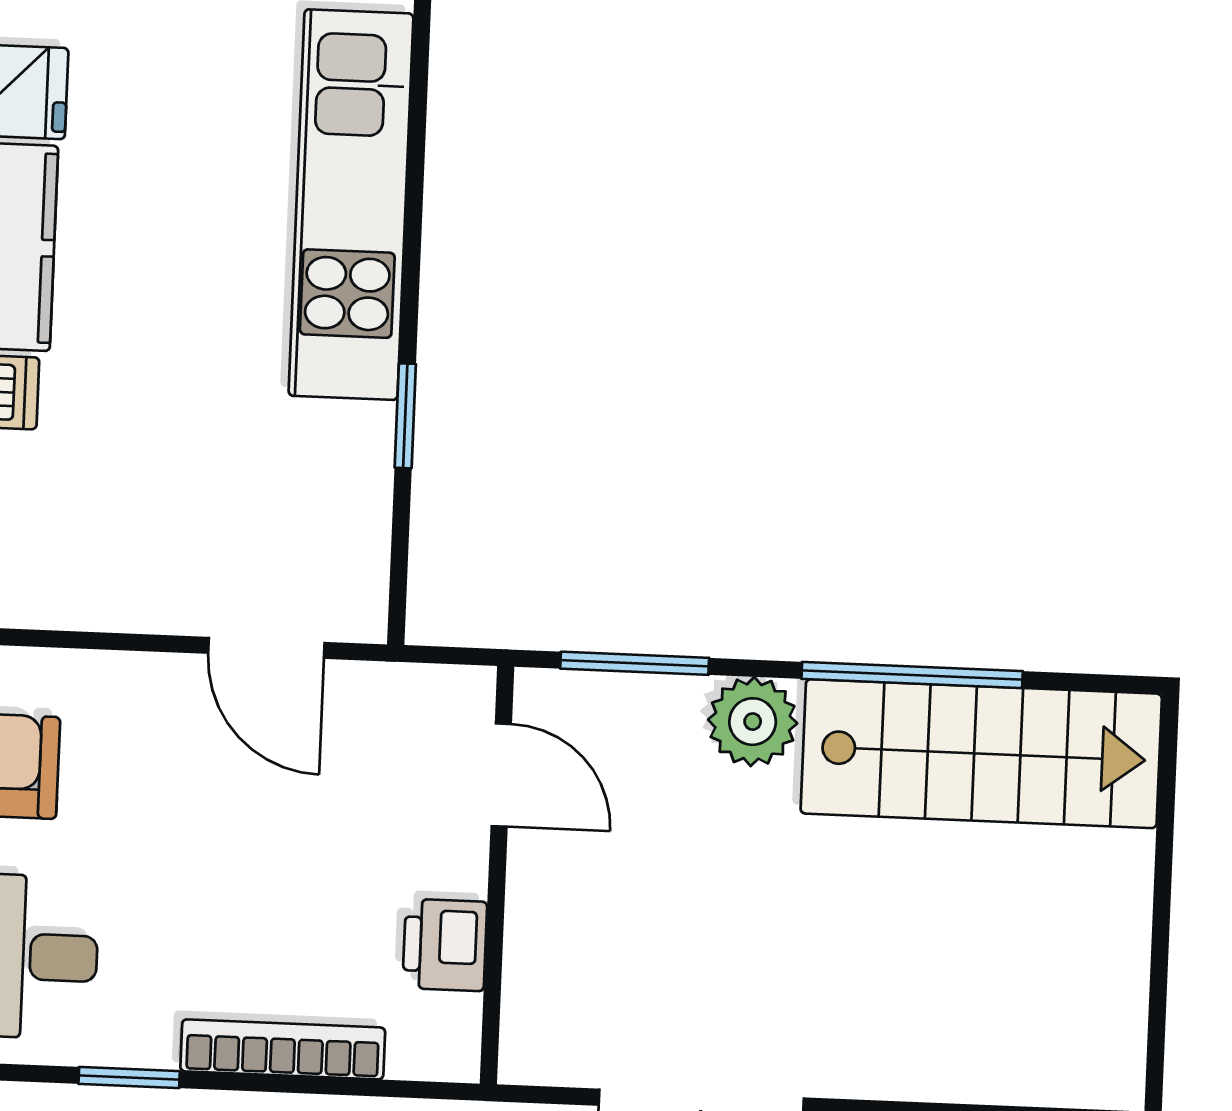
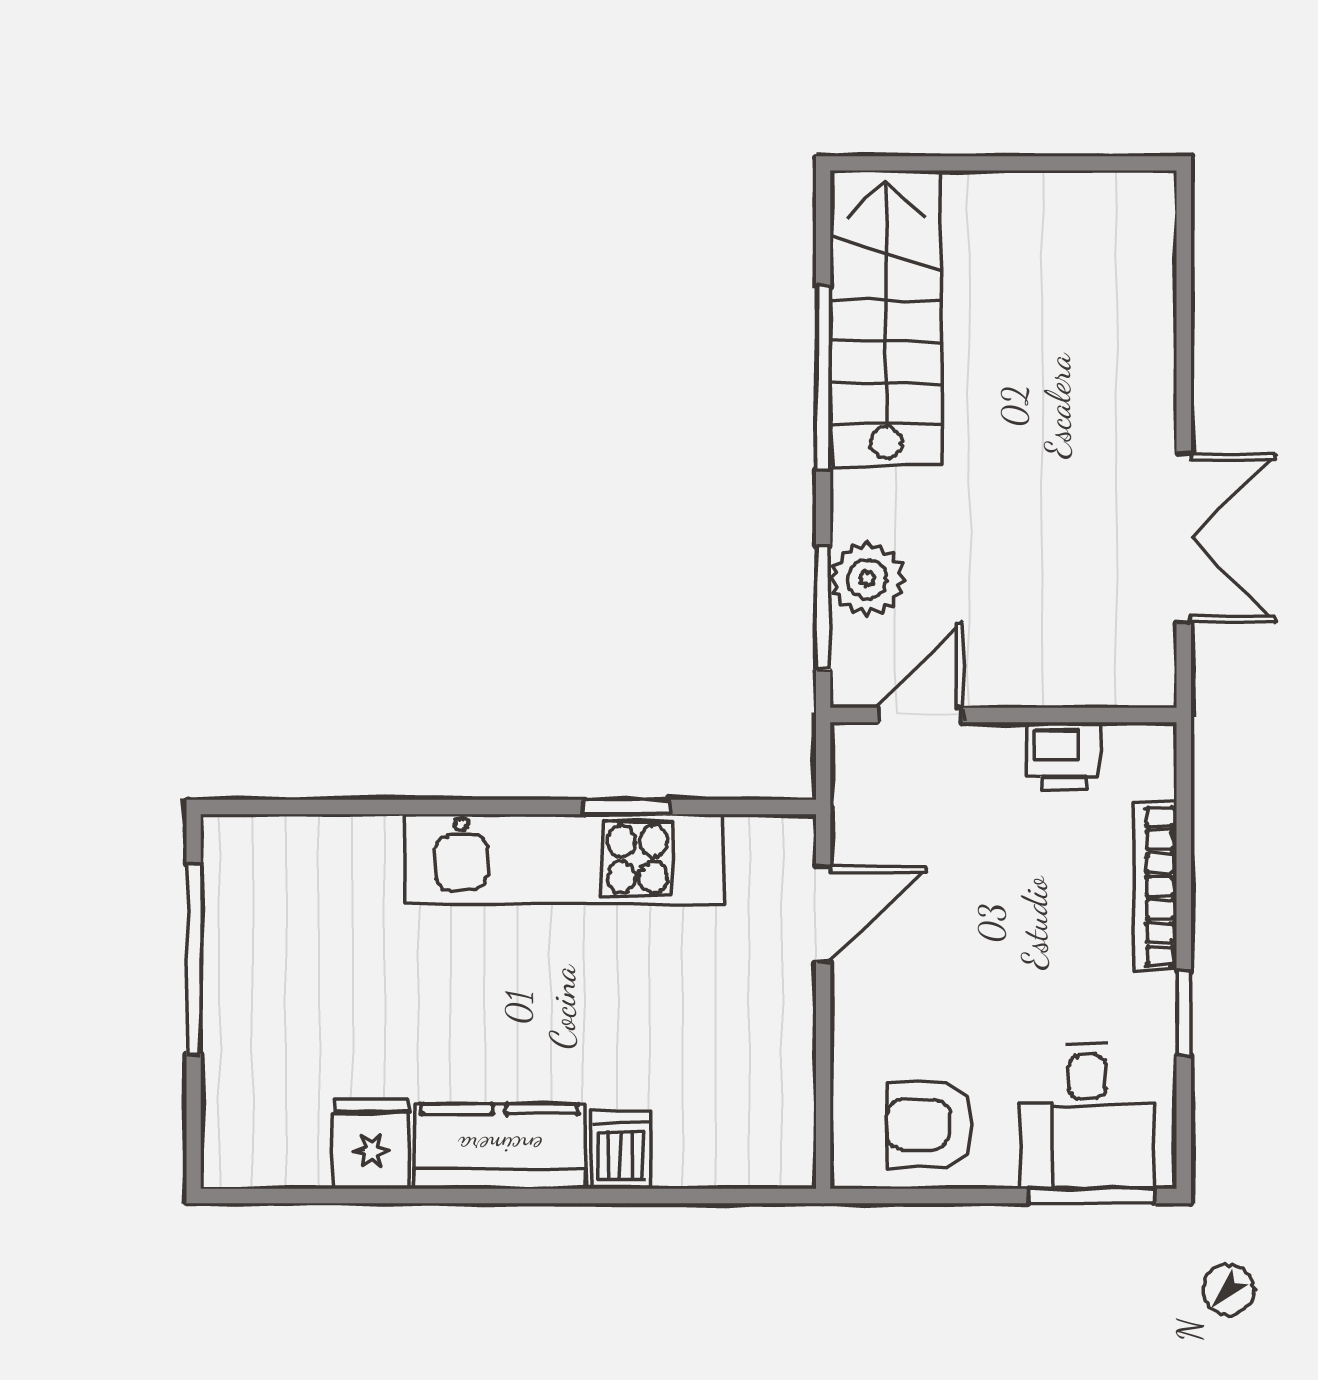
kitchen unit: (351, 205) -> (564, 859), moved
plant: (753, 722) -> (867, 579), moved

